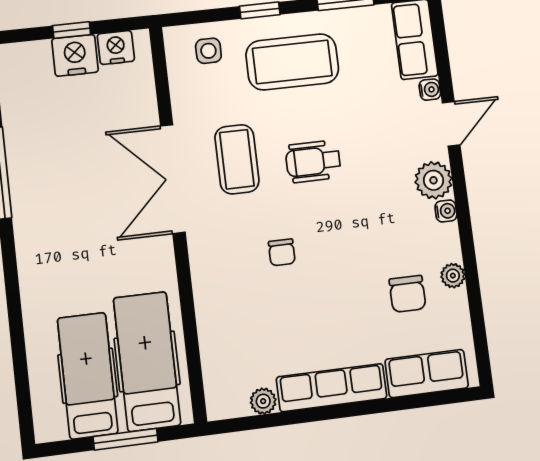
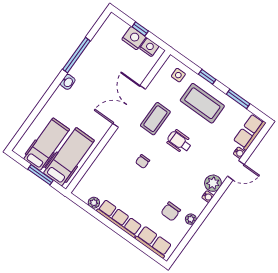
washbasin: (27, 233) -> (68, 82), added

